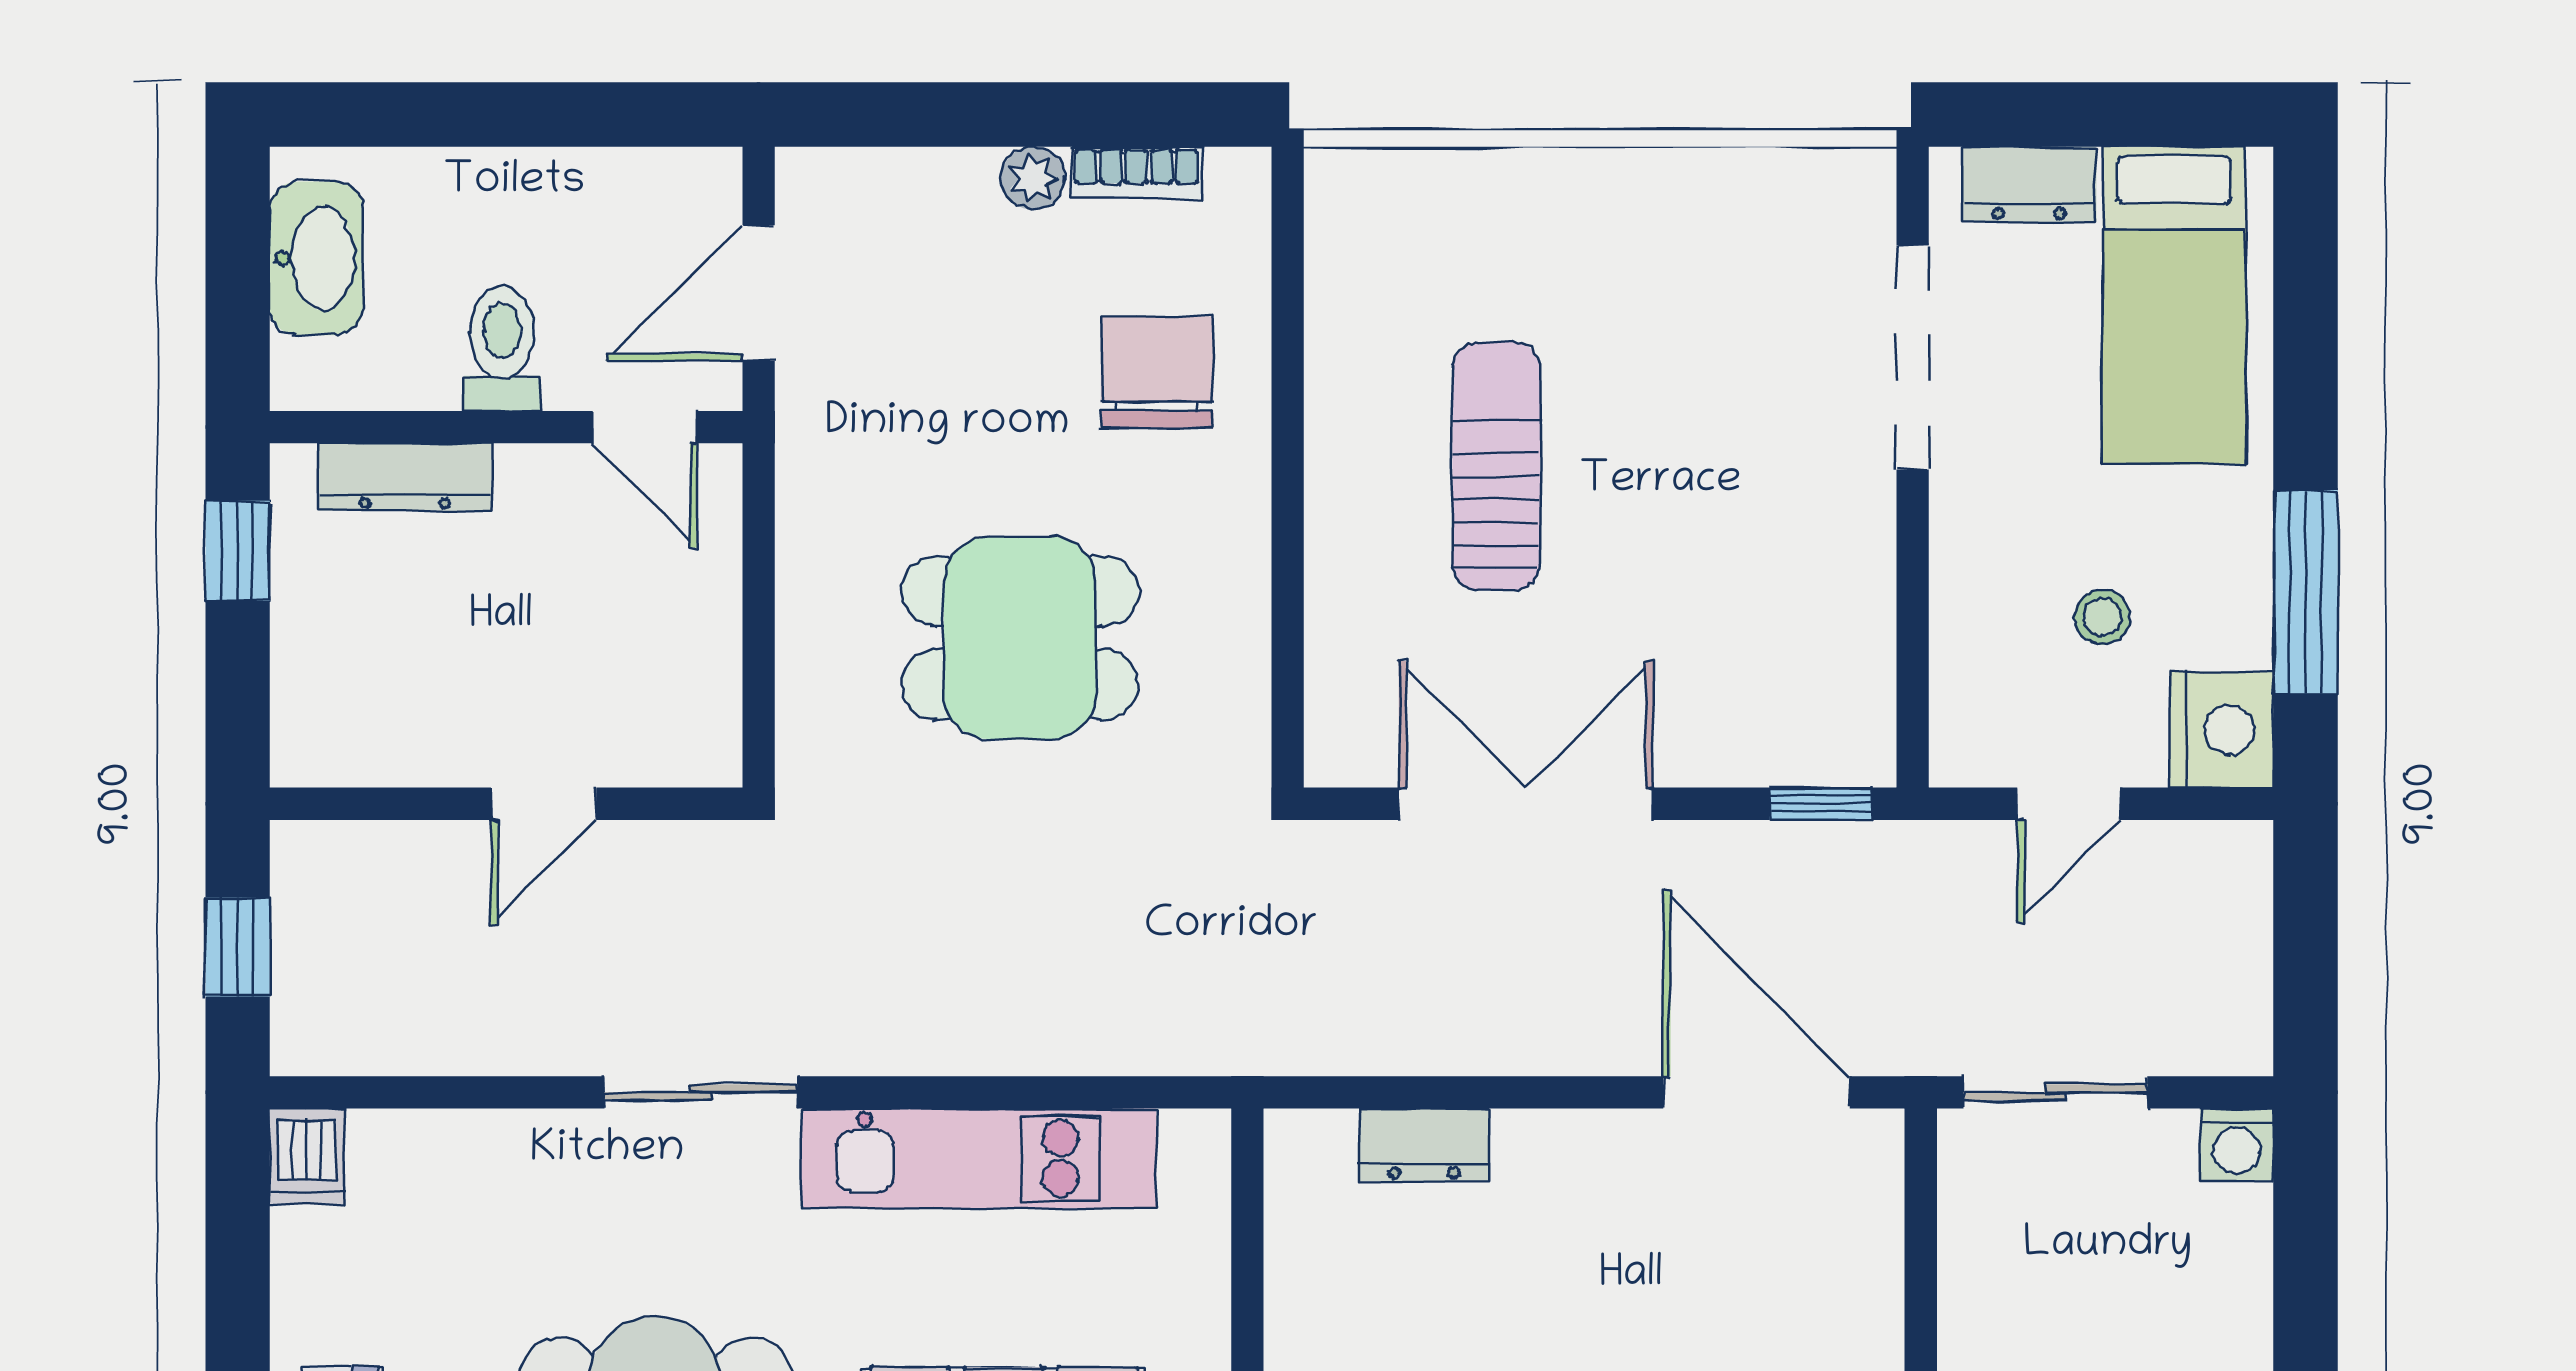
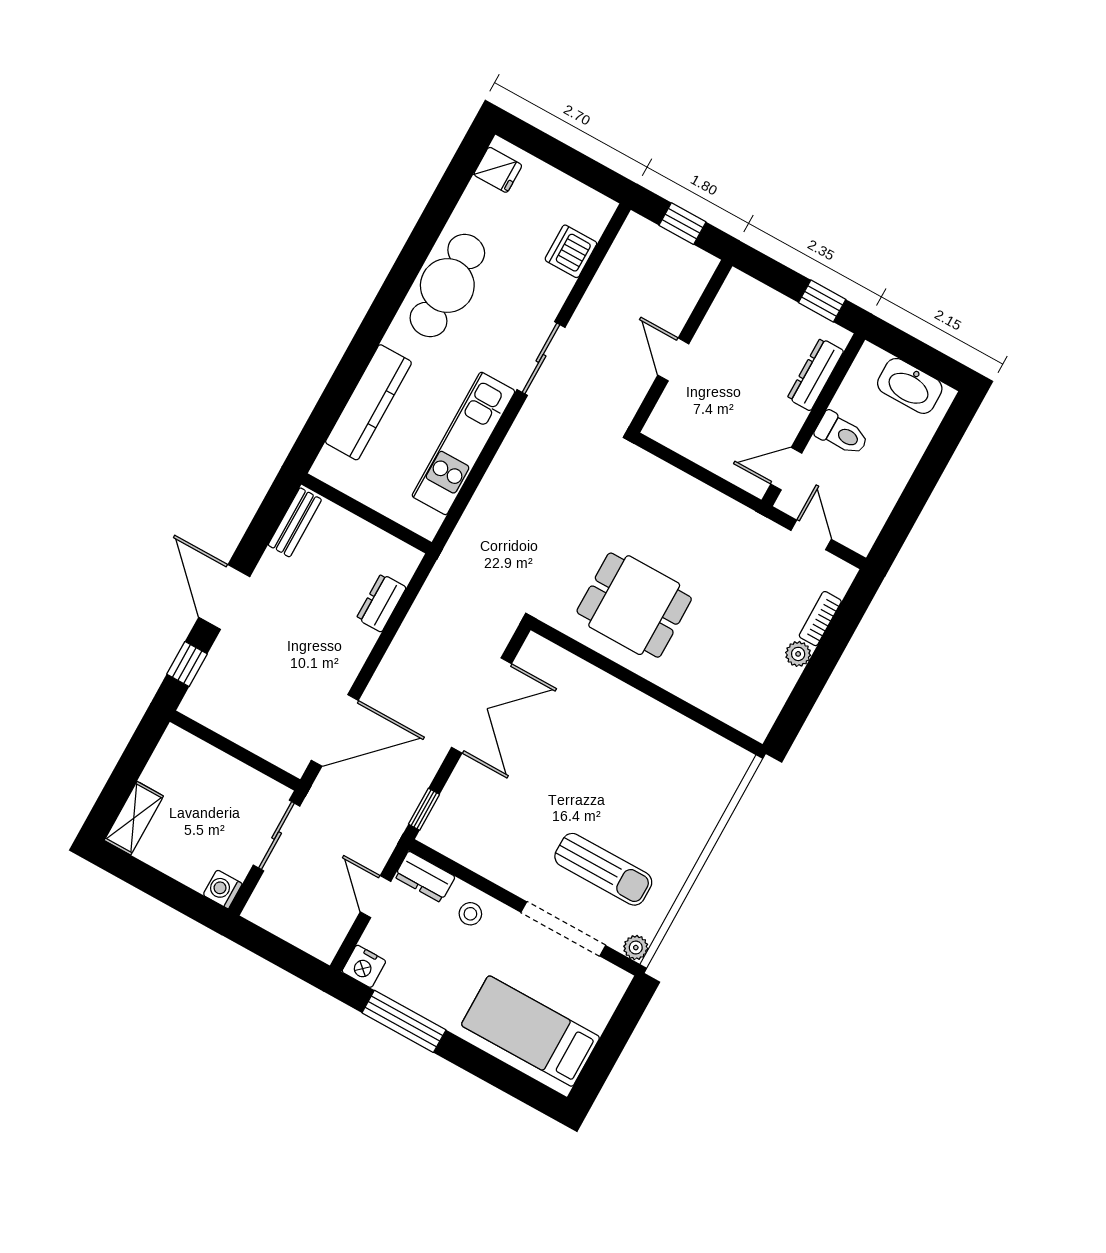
bookcase: (1136, 173) -> (820, 619), moved
plant: (1866, 177) -> (636, 948), added
dresser: (2029, 184) -> (425, 877), moved, turned -90
door: (759, 293) -> (811, 535), width x0.73
chair: (1157, 372) -> (705, 660), removed
sun lounger: (1496, 466) -> (603, 869), moved
stool: (2102, 617) -> (470, 914), moved
dining table: (1020, 638) -> (634, 605), moved, turned 90
nightstand: (2221, 730) -> (364, 966), width x0.74, depth x0.75
dishwasher: (307, 1156) -> (571, 251), moved, width x1.38

